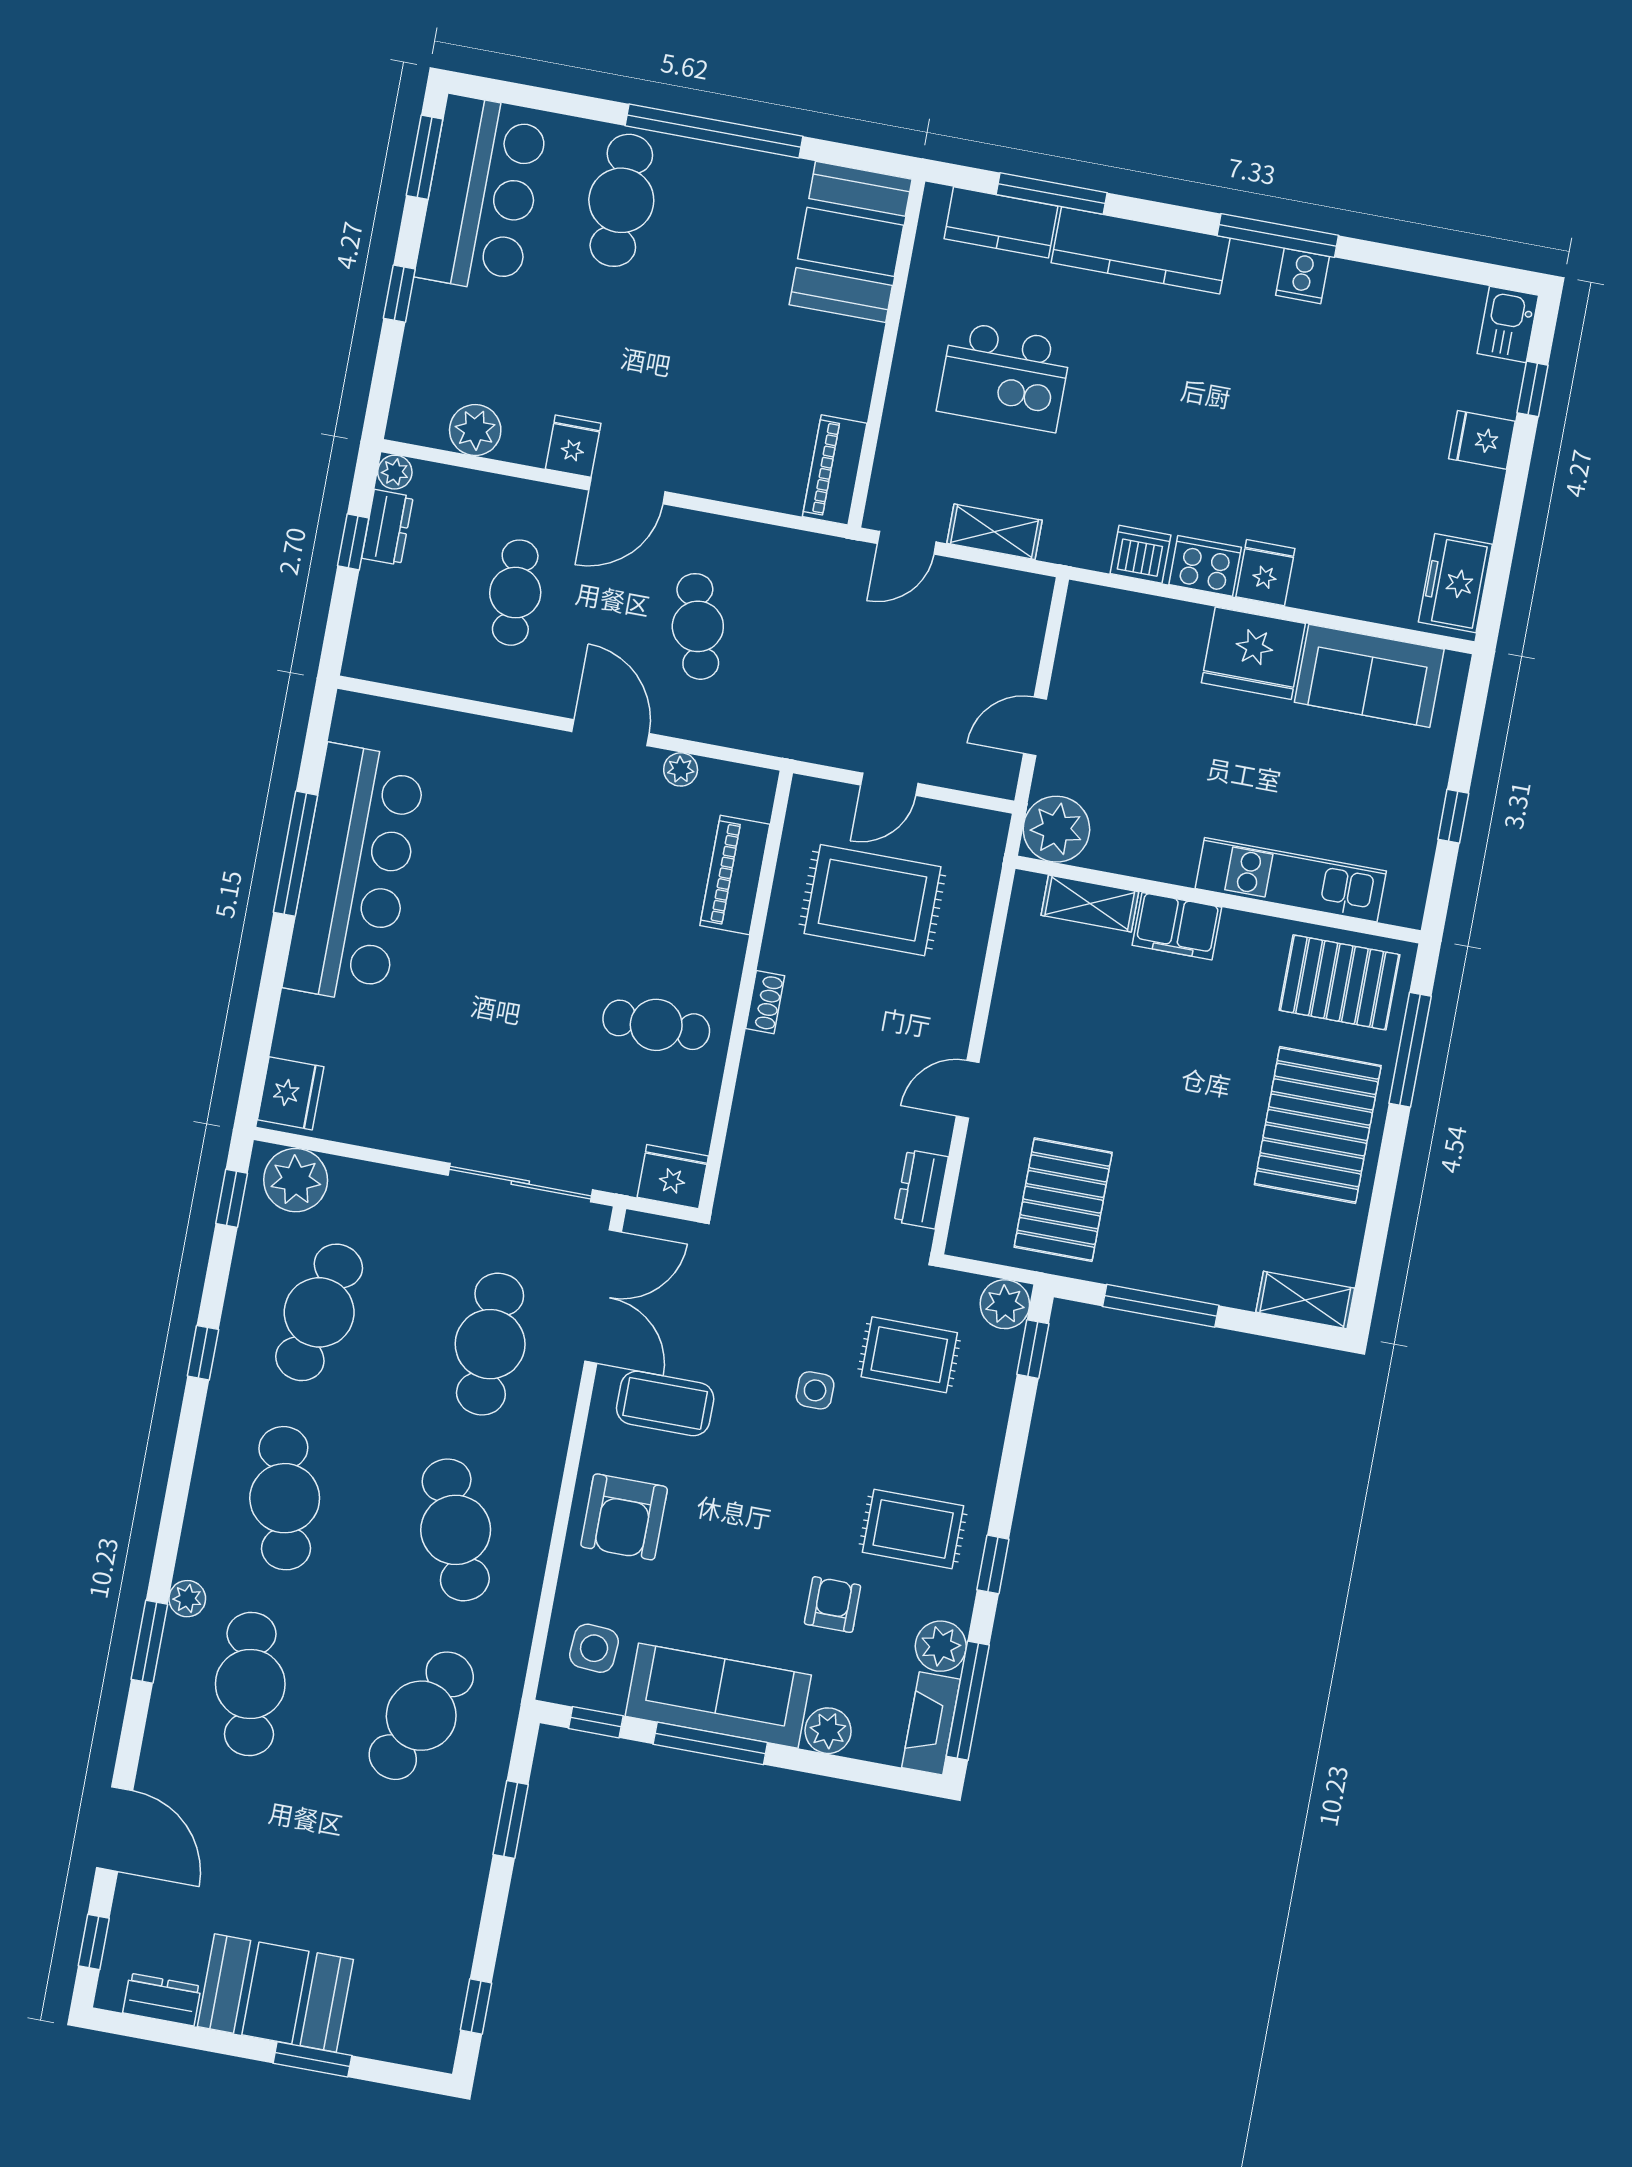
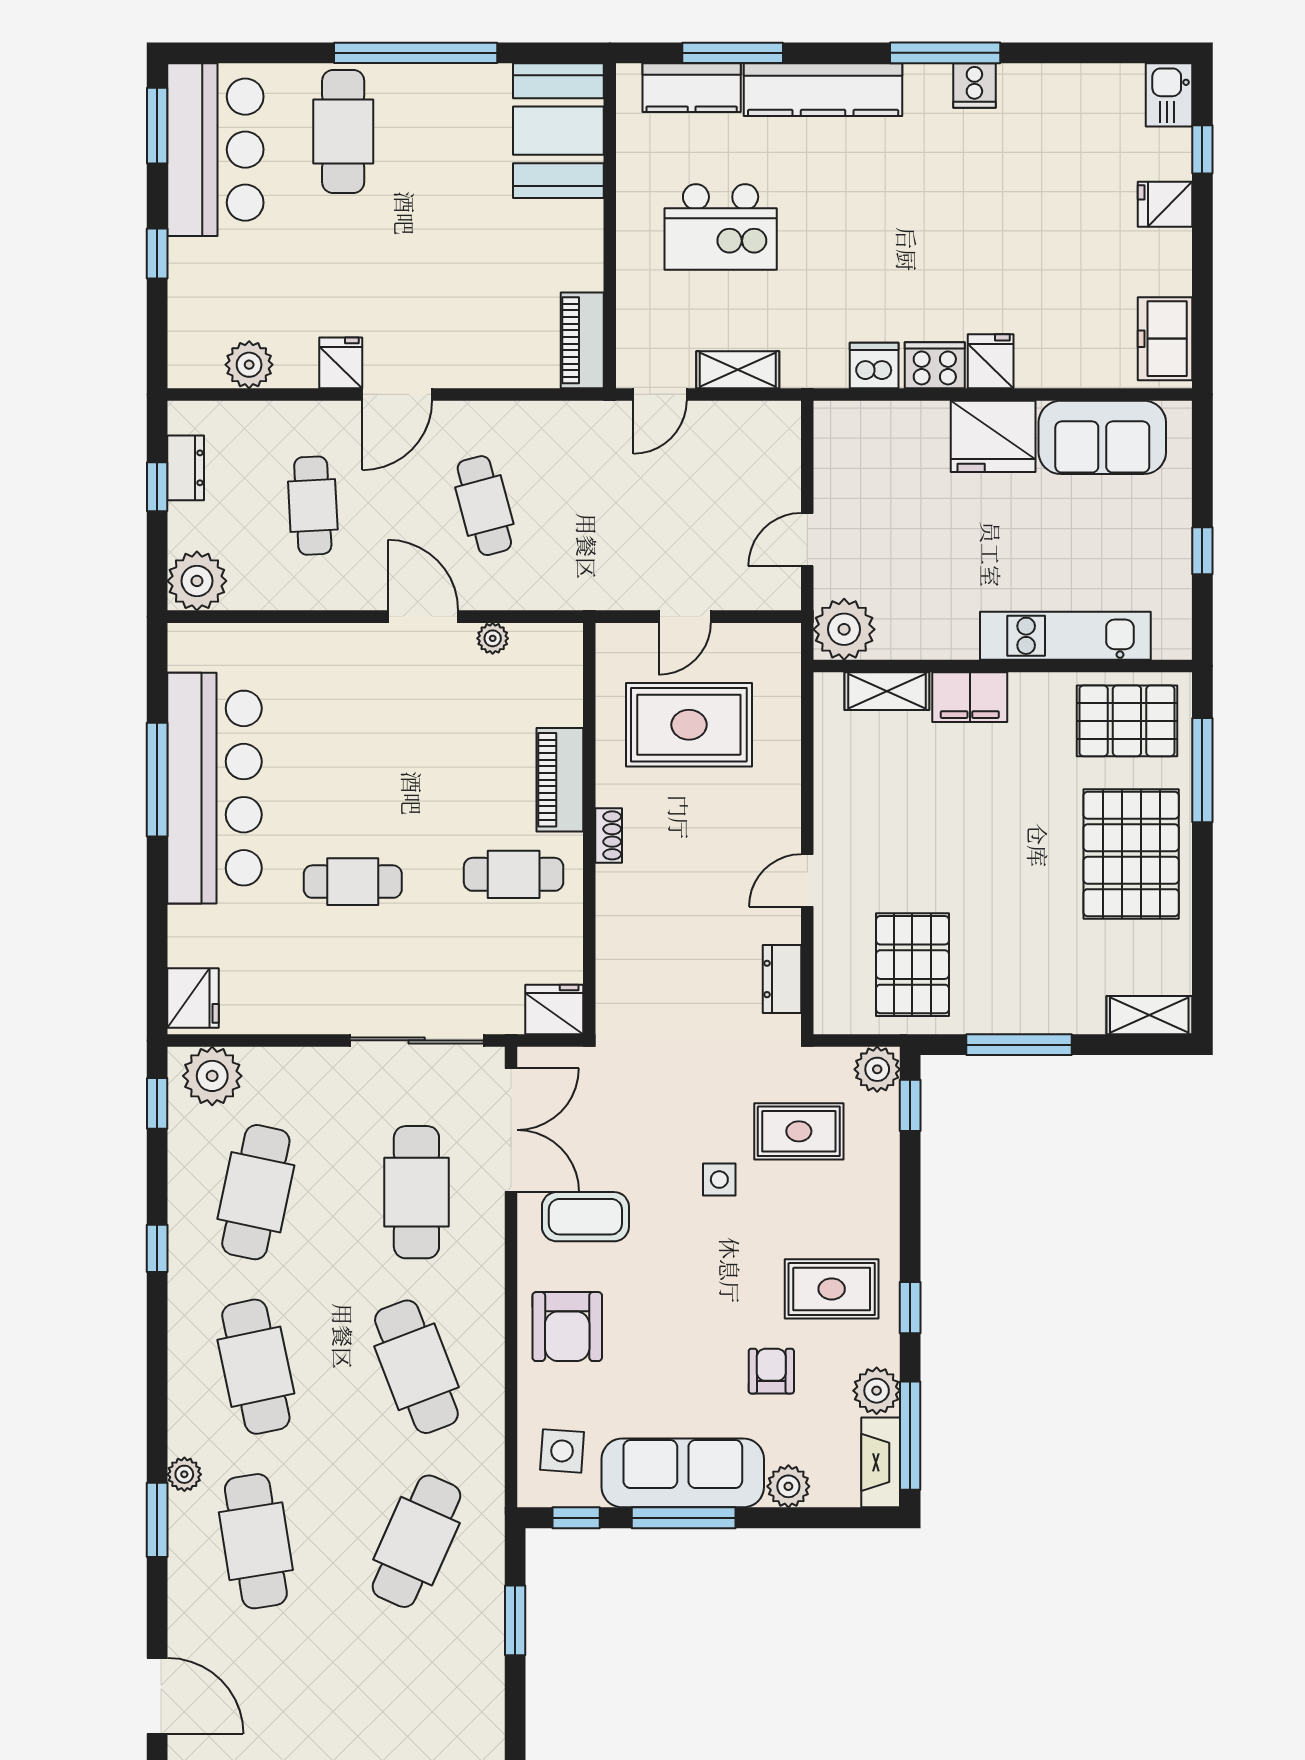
plant: (395, 472) -> (197, 581), moved, width x1.88, depth x1.88
piano: (735, 875) -> (560, 780), moved
cafe table: (484, 1001) -> (353, 882), added

